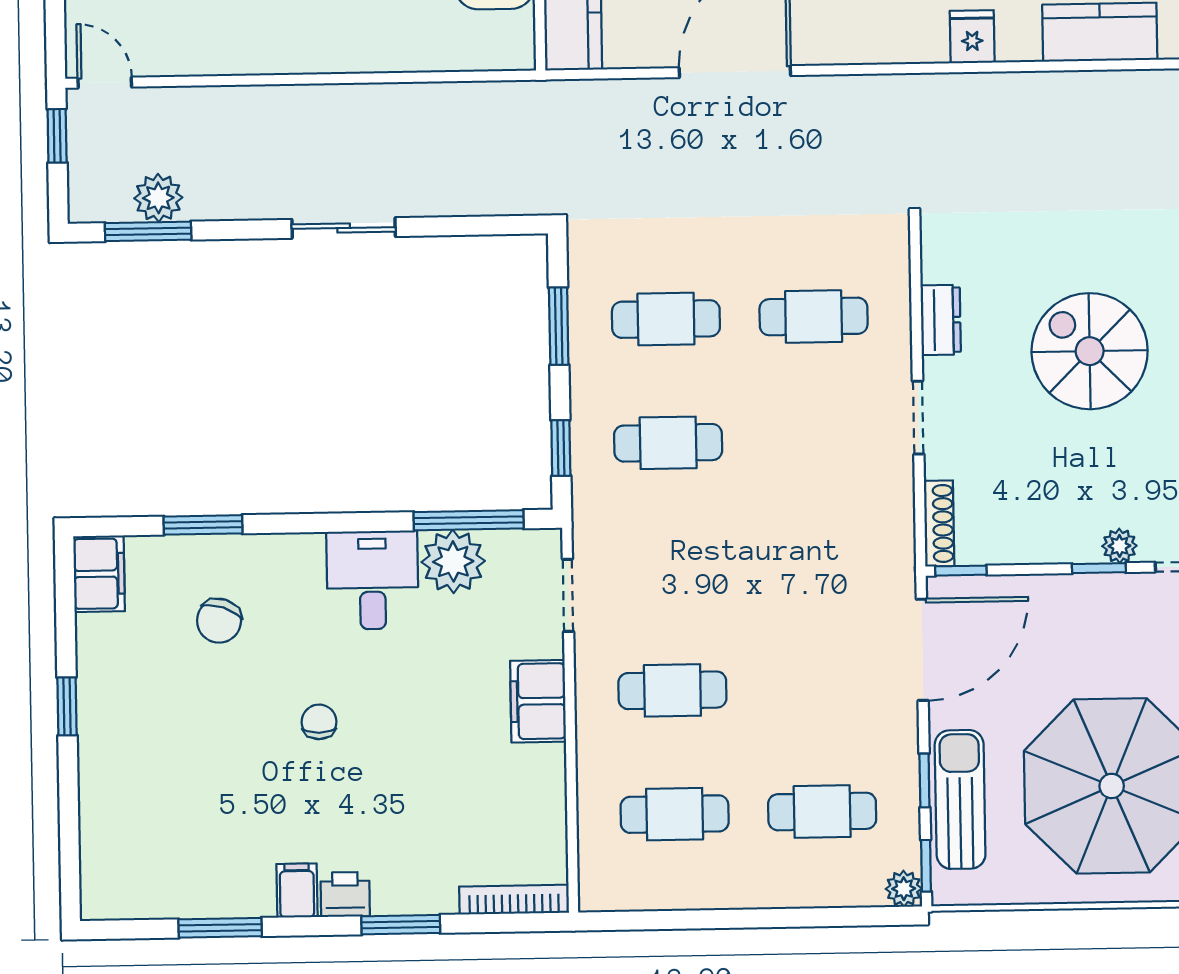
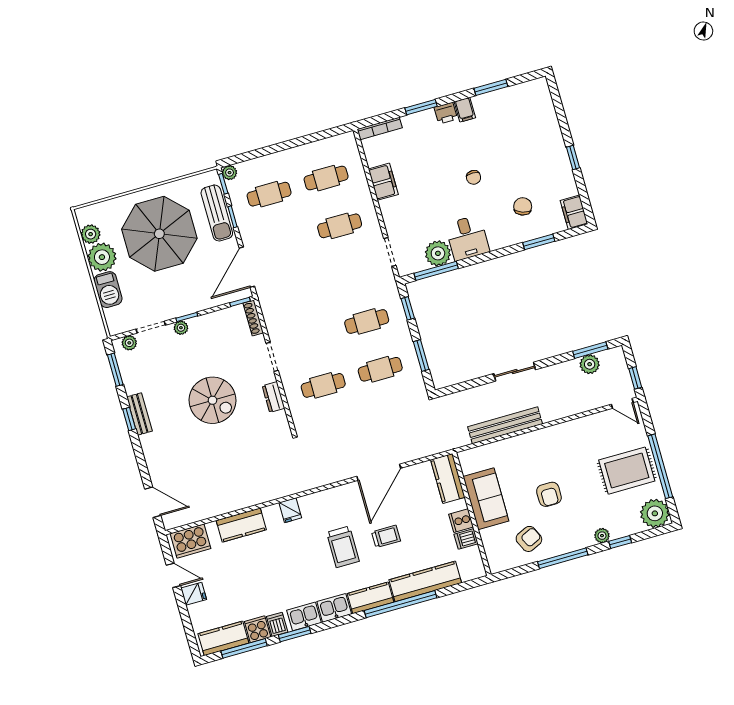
bench: (401, 105) -> (505, 425), added
filing cabinet: (538, 701) -> (383, 182), moved

